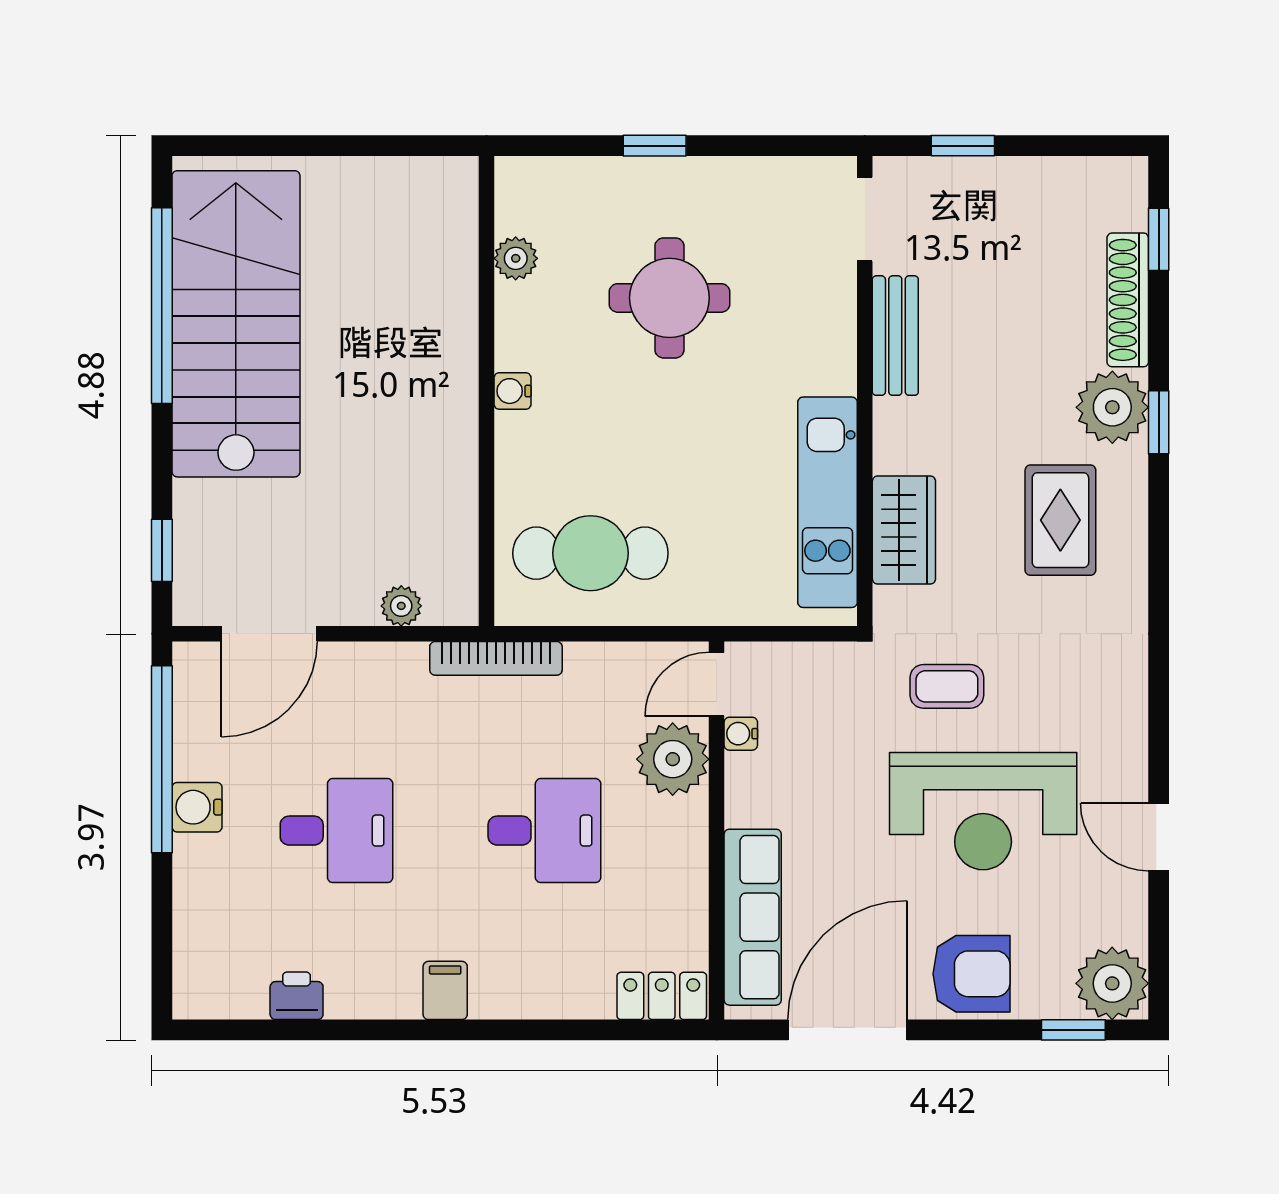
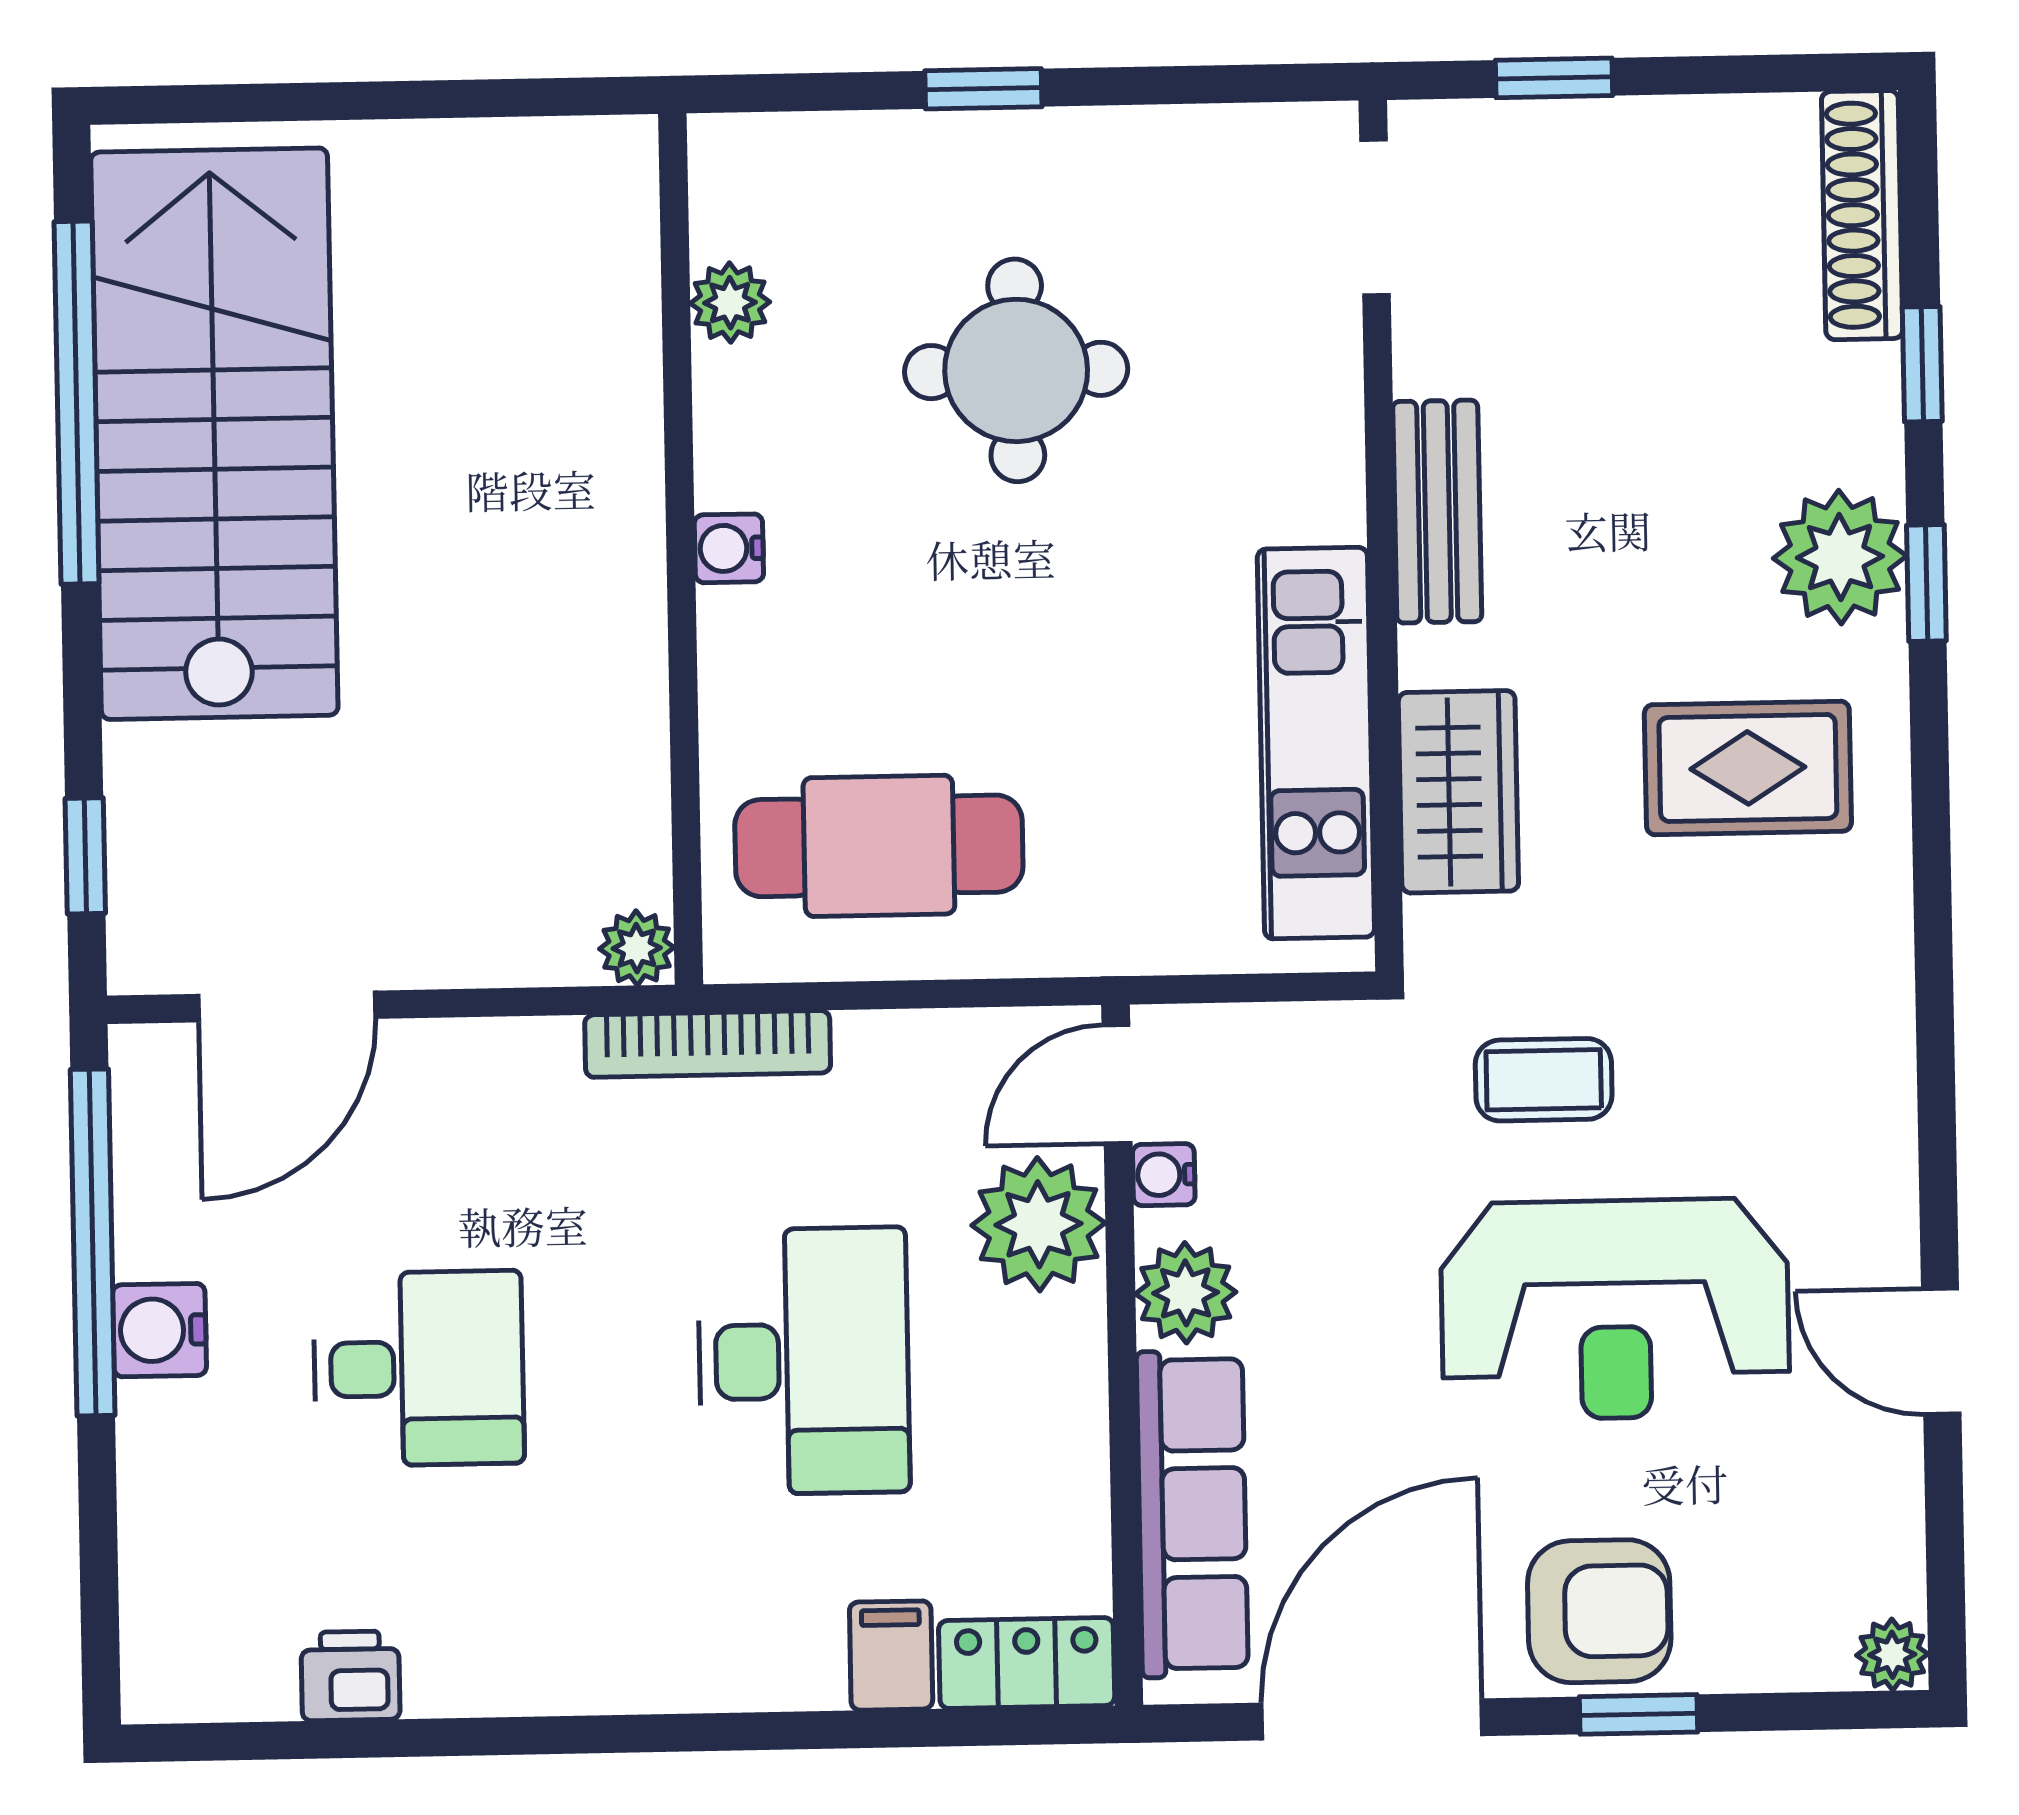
window: (1159, 239) -> (1922, 364), moved
shoe rack: (1128, 300) -> (1862, 215), moved
bench: (895, 336) -> (1437, 512), moved
rug: (1060, 520) -> (1748, 768), turned 90
plant: (401, 606) -> (637, 948), moved
plant: (751, 798) -> (1186, 1293), added
desk: (544, 831) -> (804, 1361), width x1.37
plant: (1112, 983) -> (1892, 1655), width x0.53, depth x0.53
filing cabinet: (445, 990) -> (891, 1656), moved
window: (1073, 1030) -> (1639, 1714), moved

